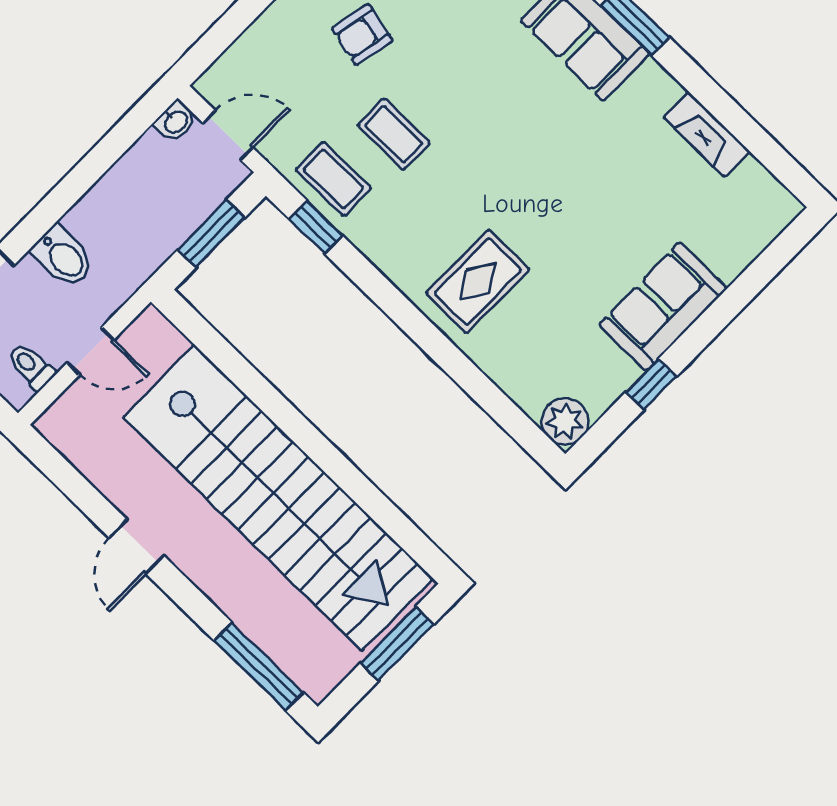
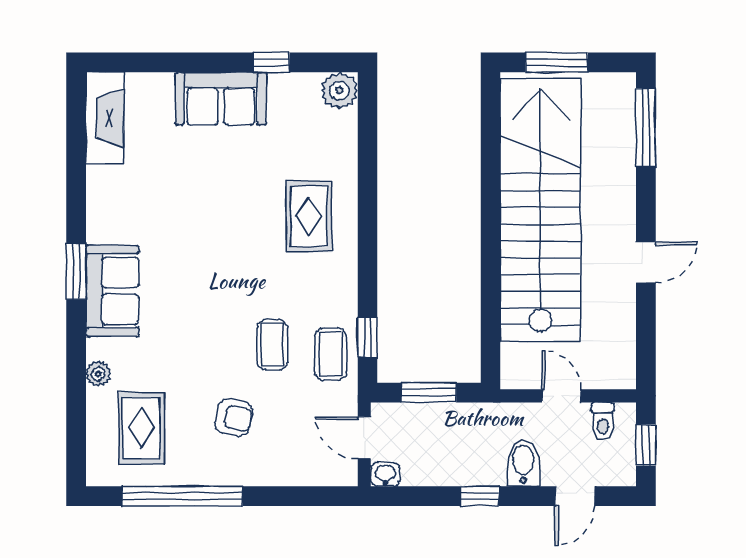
fireplace: (707, 134) -> (105, 118), moved, width x1.37, depth x1.32
window: (72, 188) -> (480, 496), added
rug: (478, 281) -> (309, 216), turned 90

